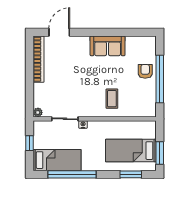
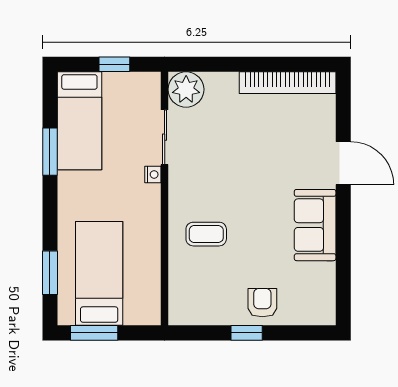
door: (59, 32) -> (343, 163), moved
armchair: (145, 71) -> (262, 303), turned -90
window: (160, 79) -> (247, 333), width x0.32
plant: (38, 112) -> (186, 89), width x1.87, depth x1.87
window: (72, 174) -> (50, 152), width x0.47

